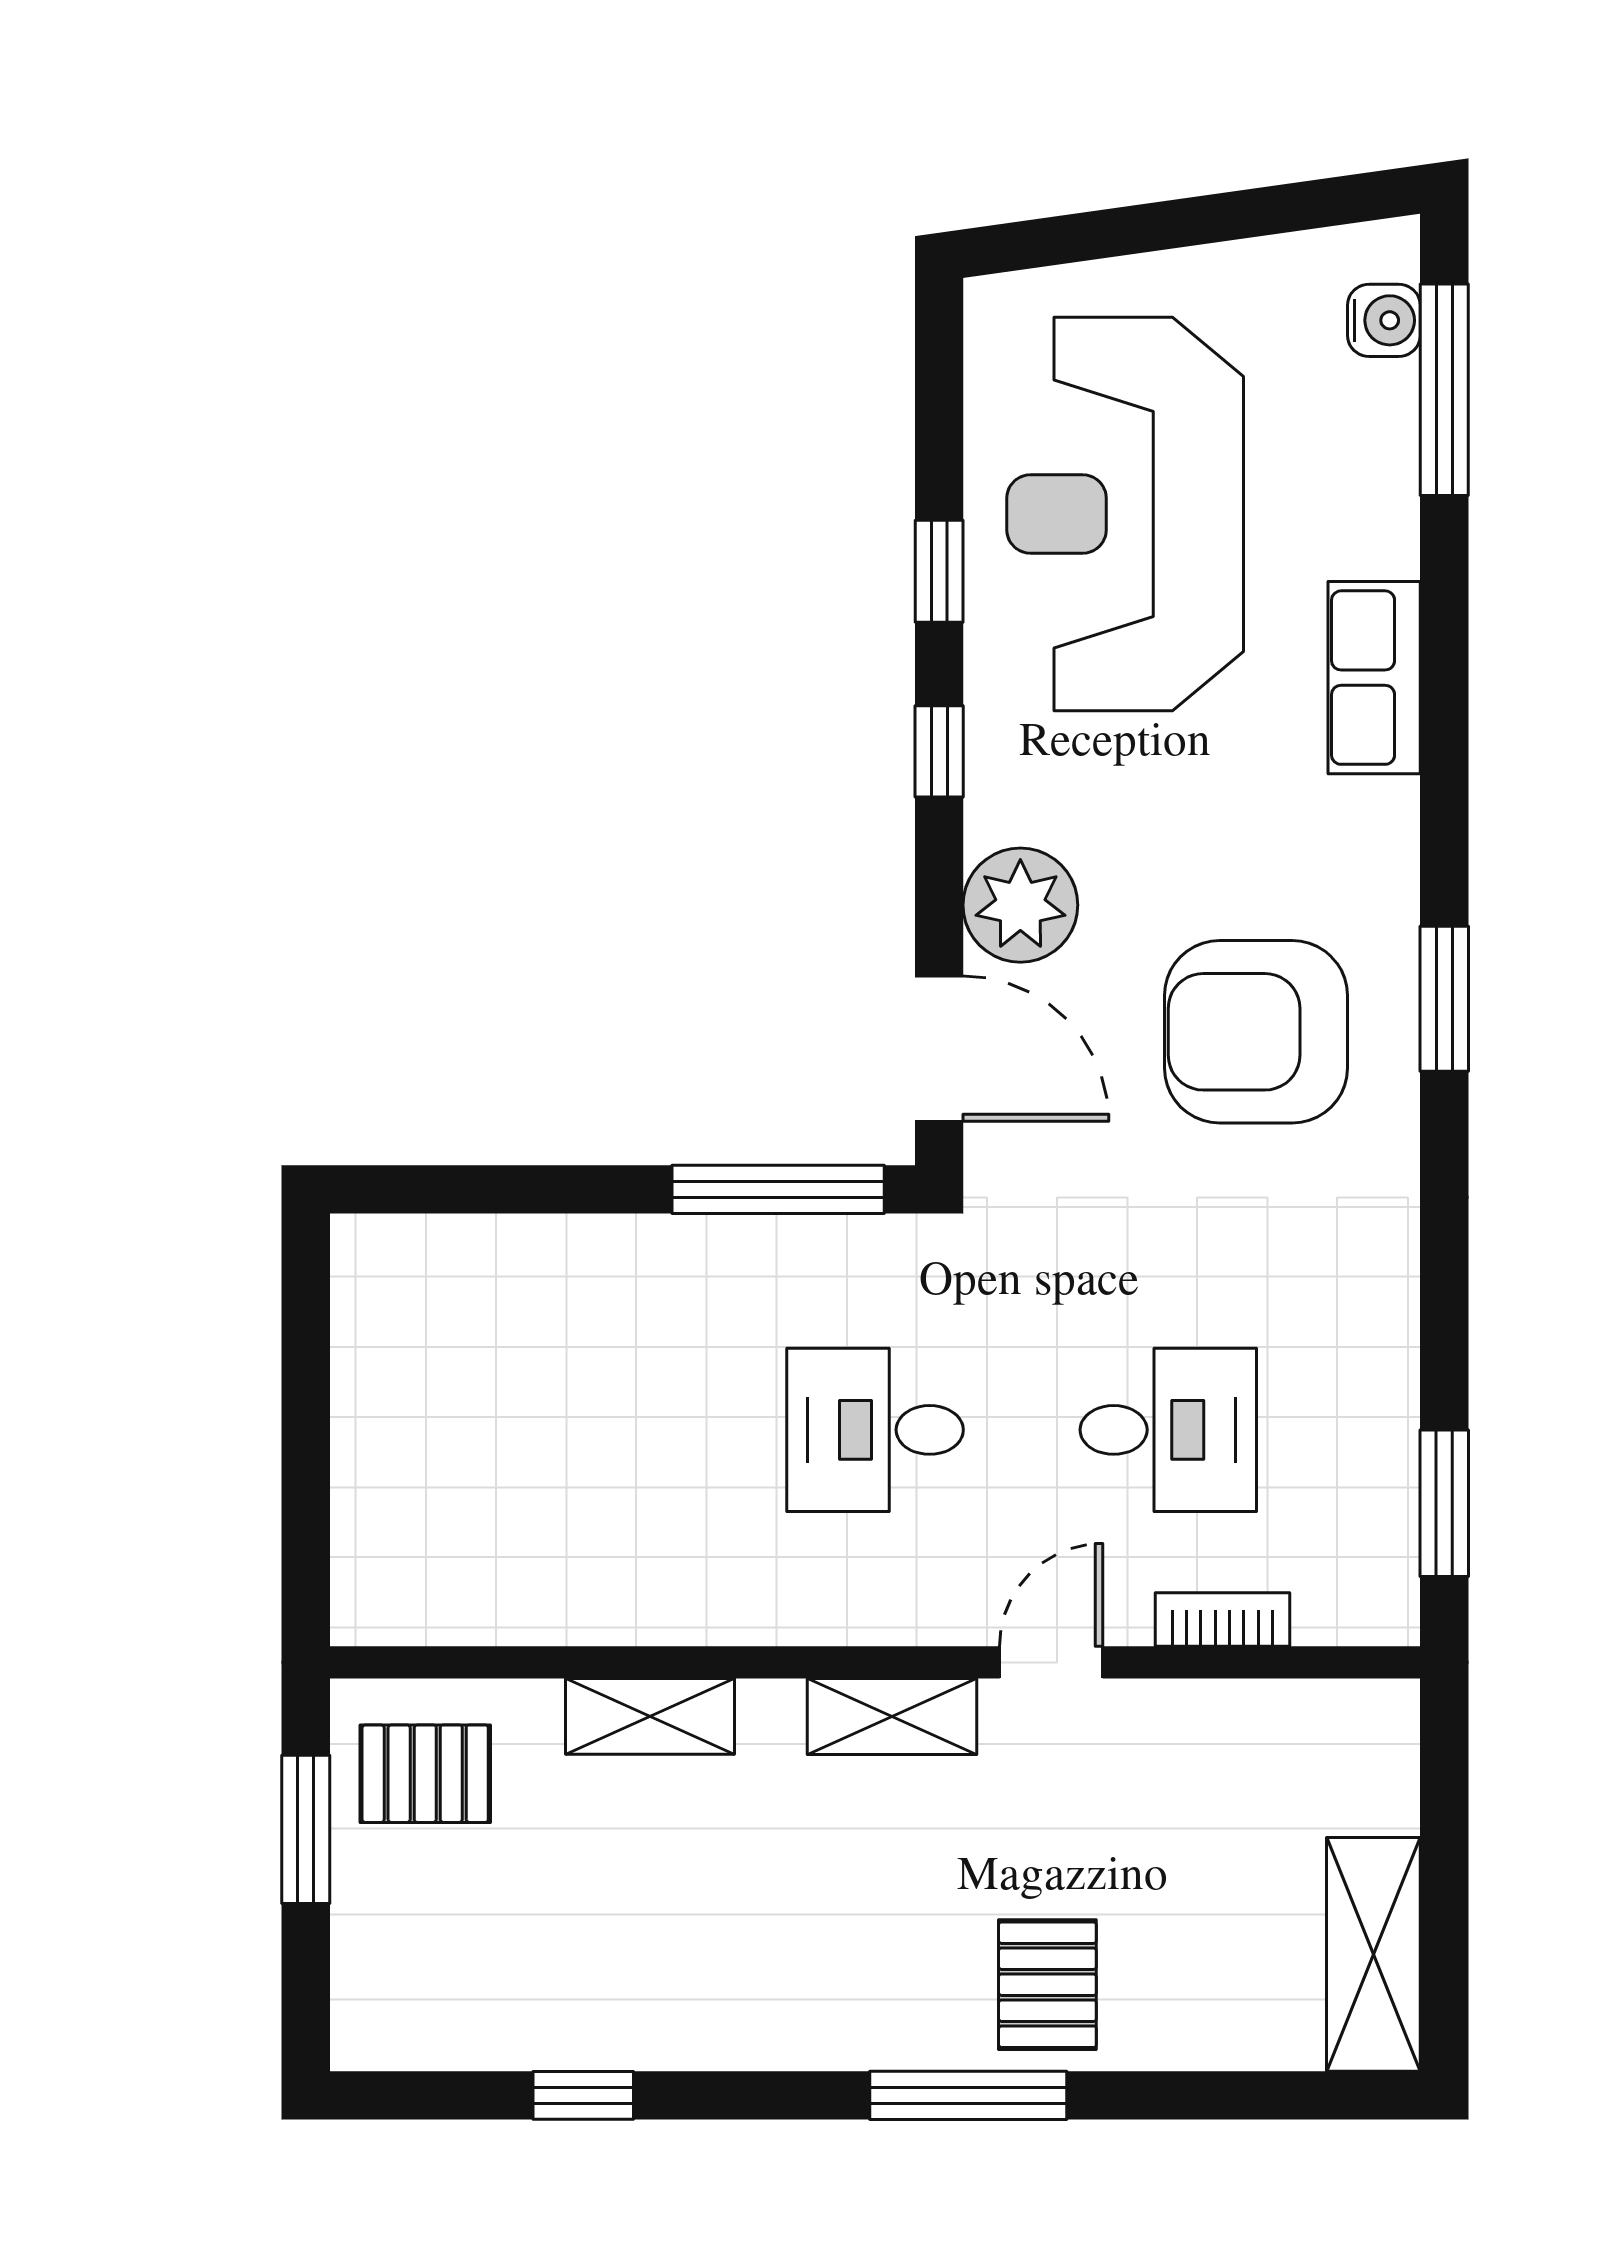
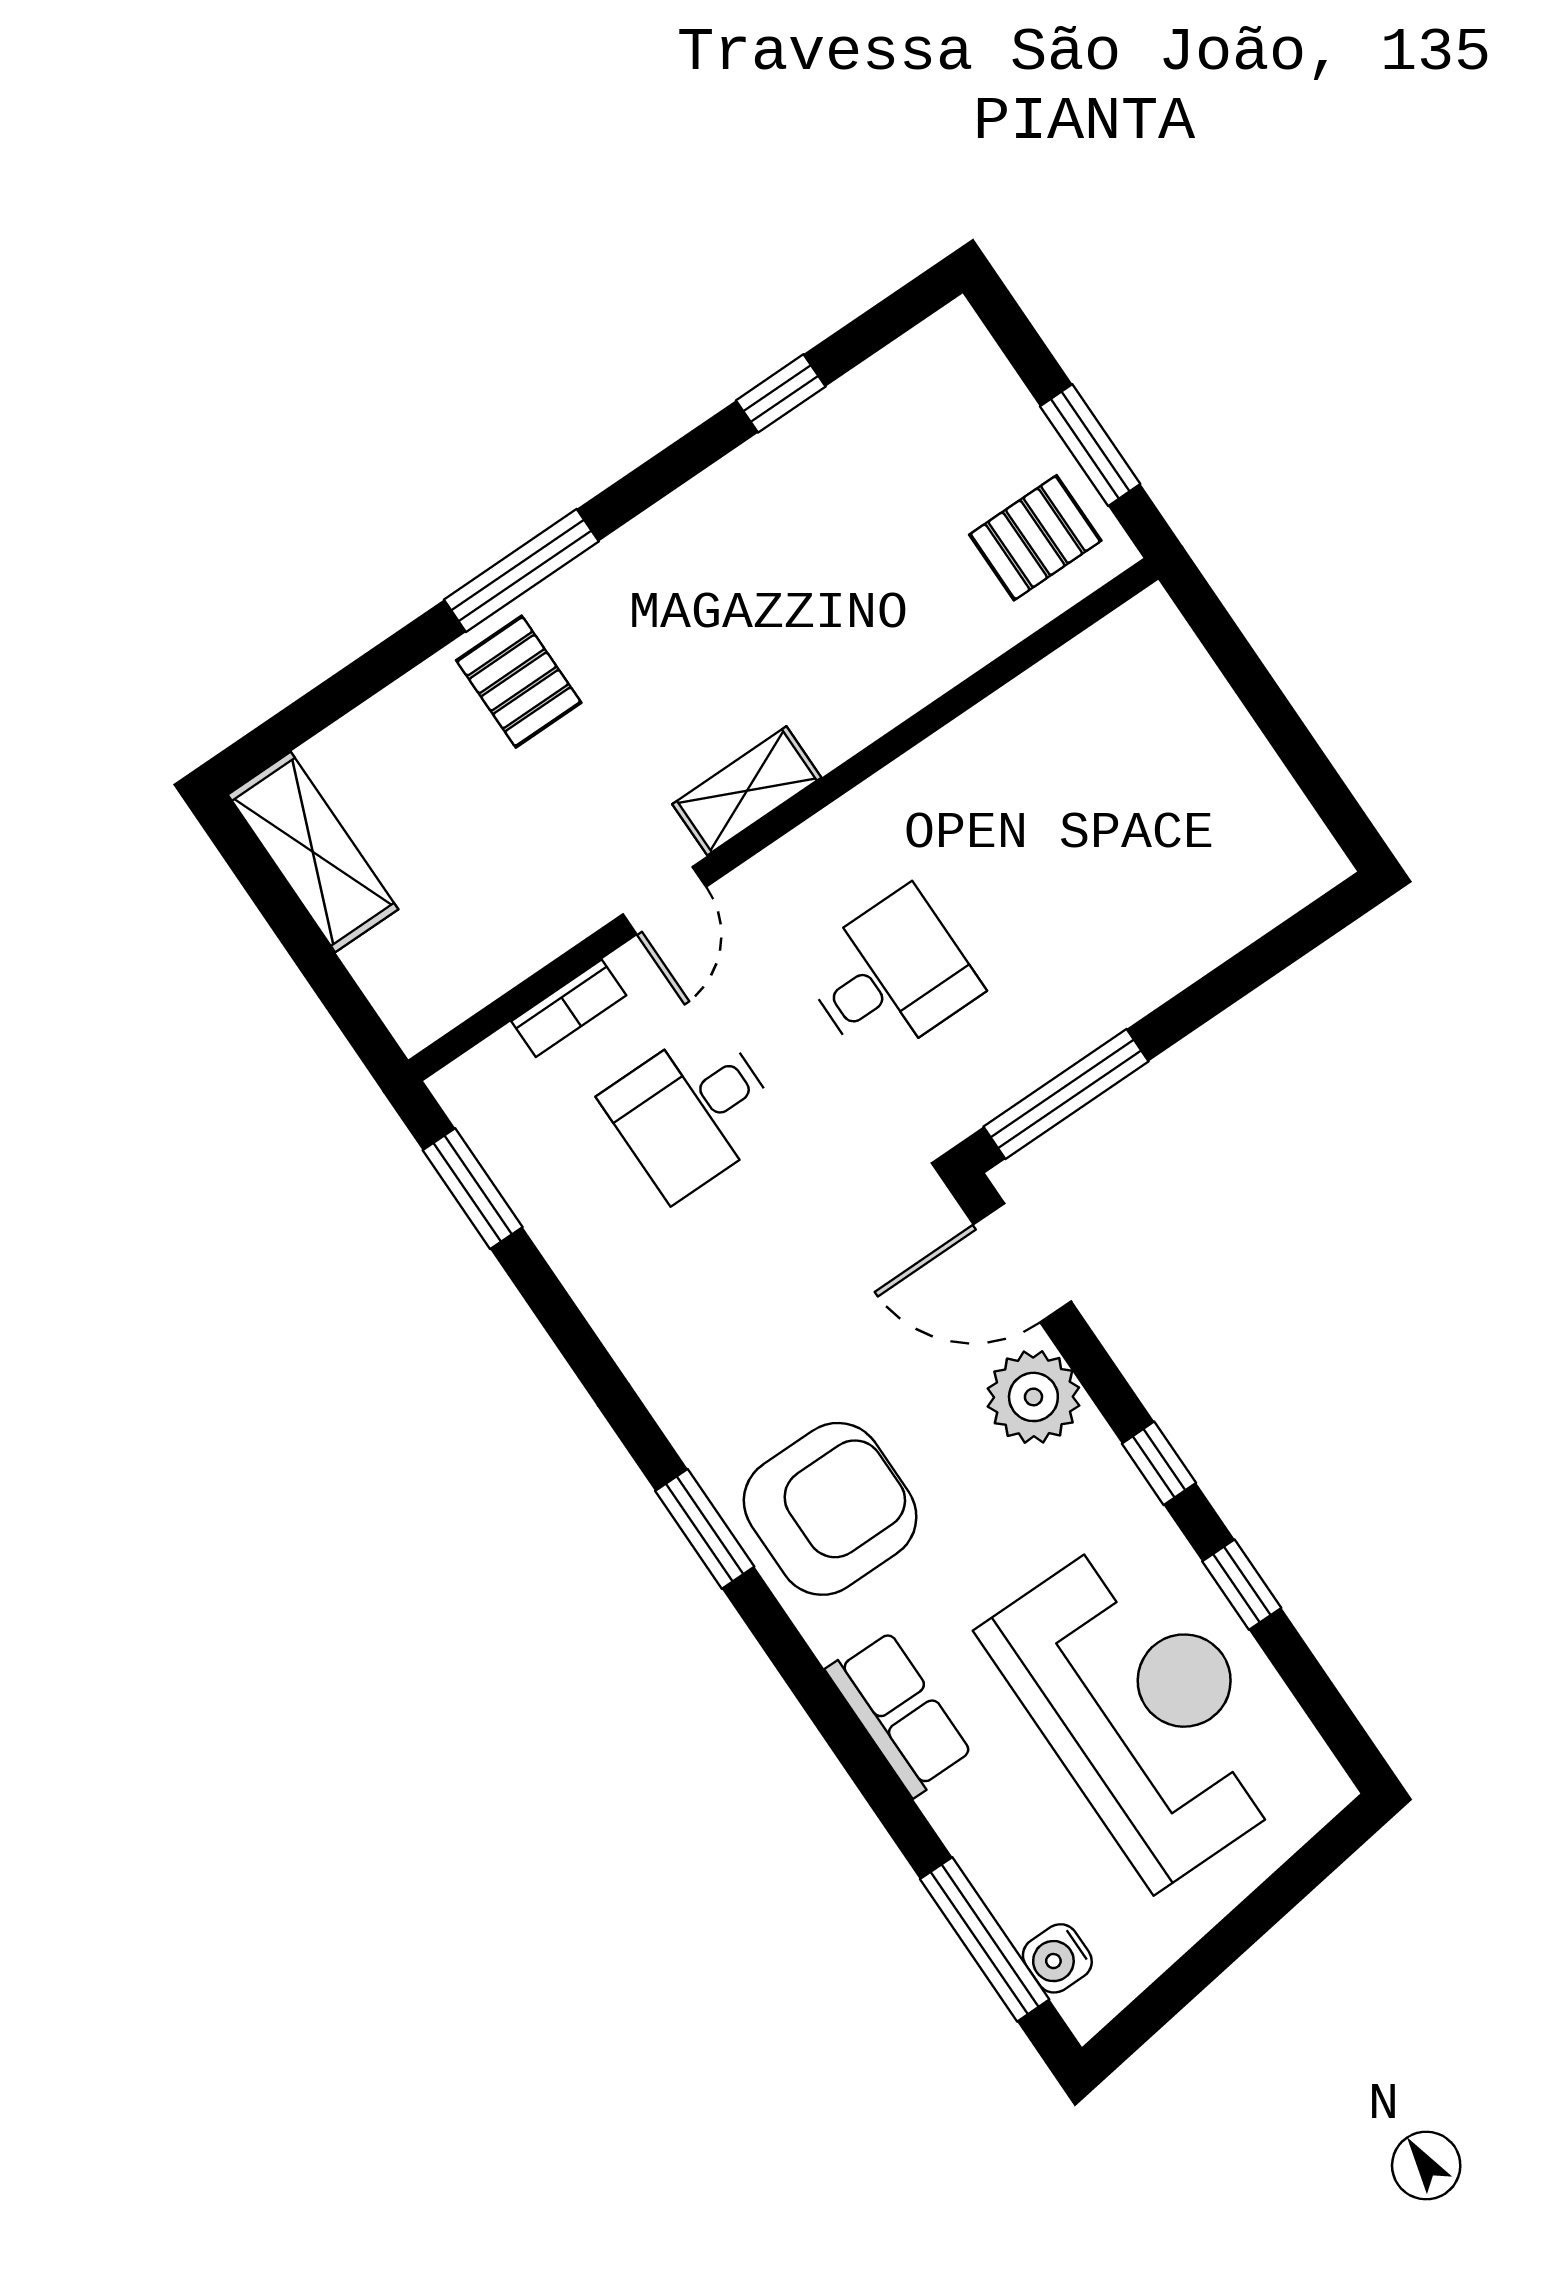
armchair: (1256, 1032) -> (830, 1509), moved
shelving: (650, 1716) -> (910, 680), removed

